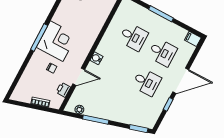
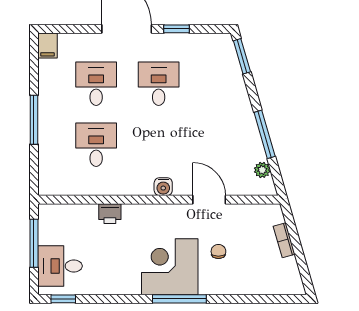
printer: (63, 90) -> (110, 214), moved

